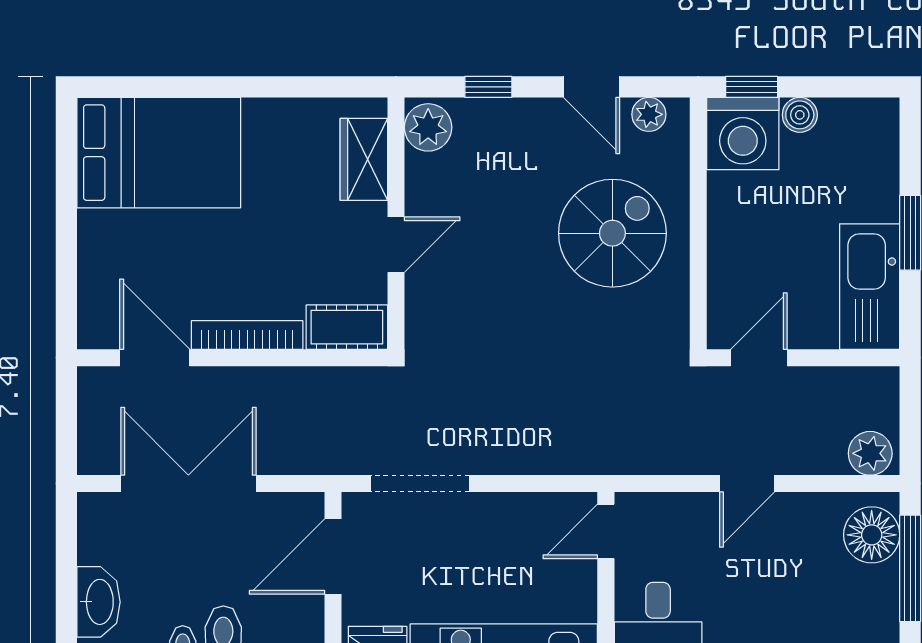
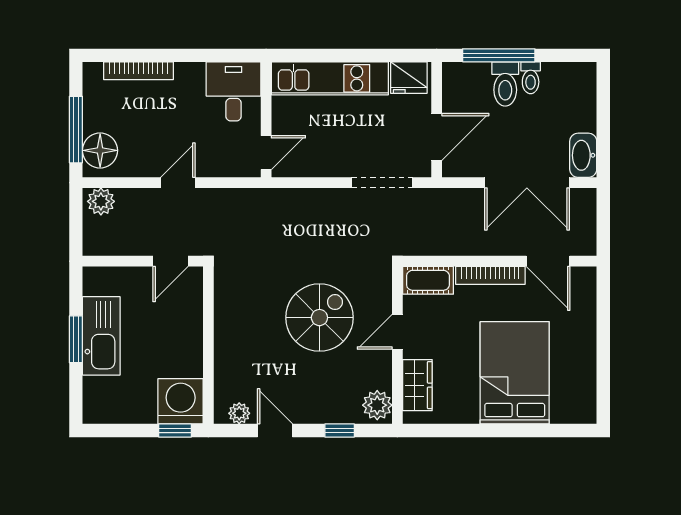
boiler: (800, 115) -> (145, 413), removed
bed: (159, 153) -> (515, 373), moved, turned 90
spiral stairs: (612, 233) -> (319, 318), moved, turned 180
kitchen sink: (870, 287) -> (101, 336), moved
washbasin: (99, 602) -> (583, 155), moved

